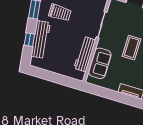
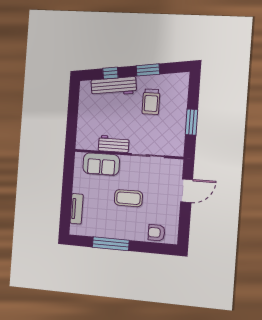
workbench: (85, 54) -> (114, 144), width x0.73

